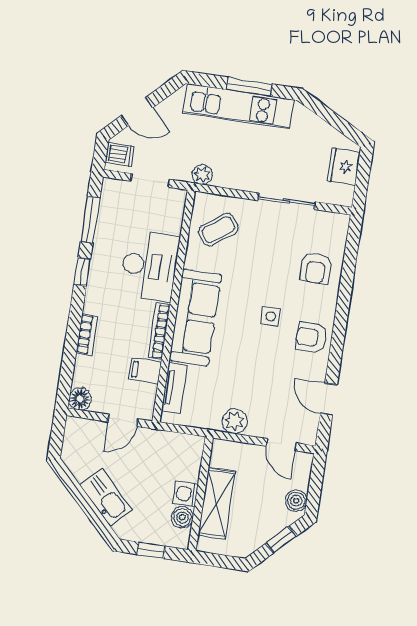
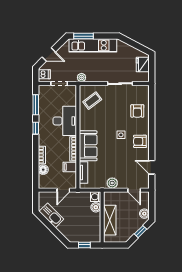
window: (249, 87) -> (83, 36), moved
sofa: (195, 317) -> (88, 146), width x0.73
floor lamp: (80, 399) -> (43, 170), moved
washing machine: (186, 494) -> (96, 197), moved
kitchen sink: (106, 497) -> (51, 215), moved
boiler: (182, 517) -> (96, 207), moved

